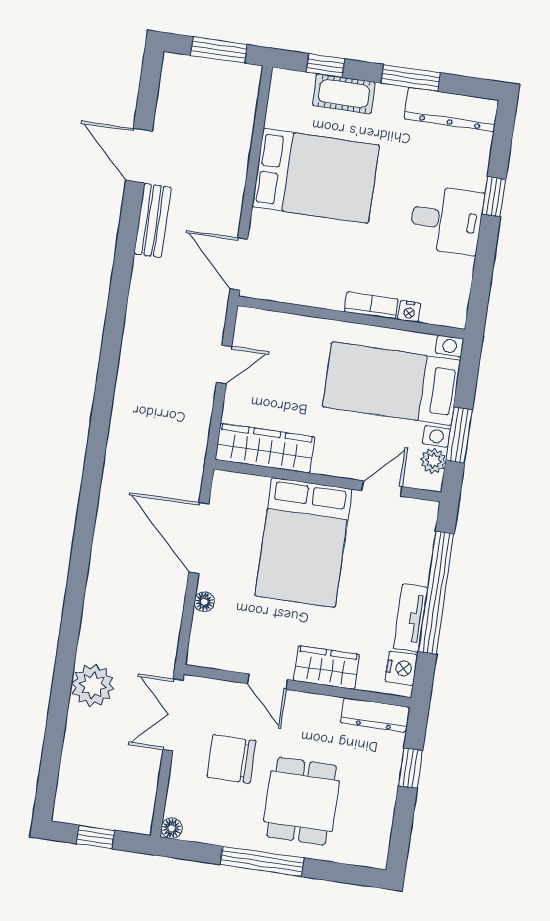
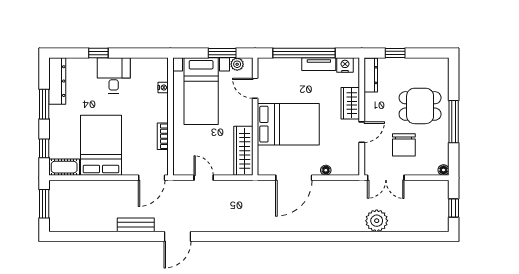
cot: (344, 94) -> (64, 167), moved, turned 90
door: (139, 156) -> (177, 237), moved
bookcase: (371, 305) -> (163, 136), moved

